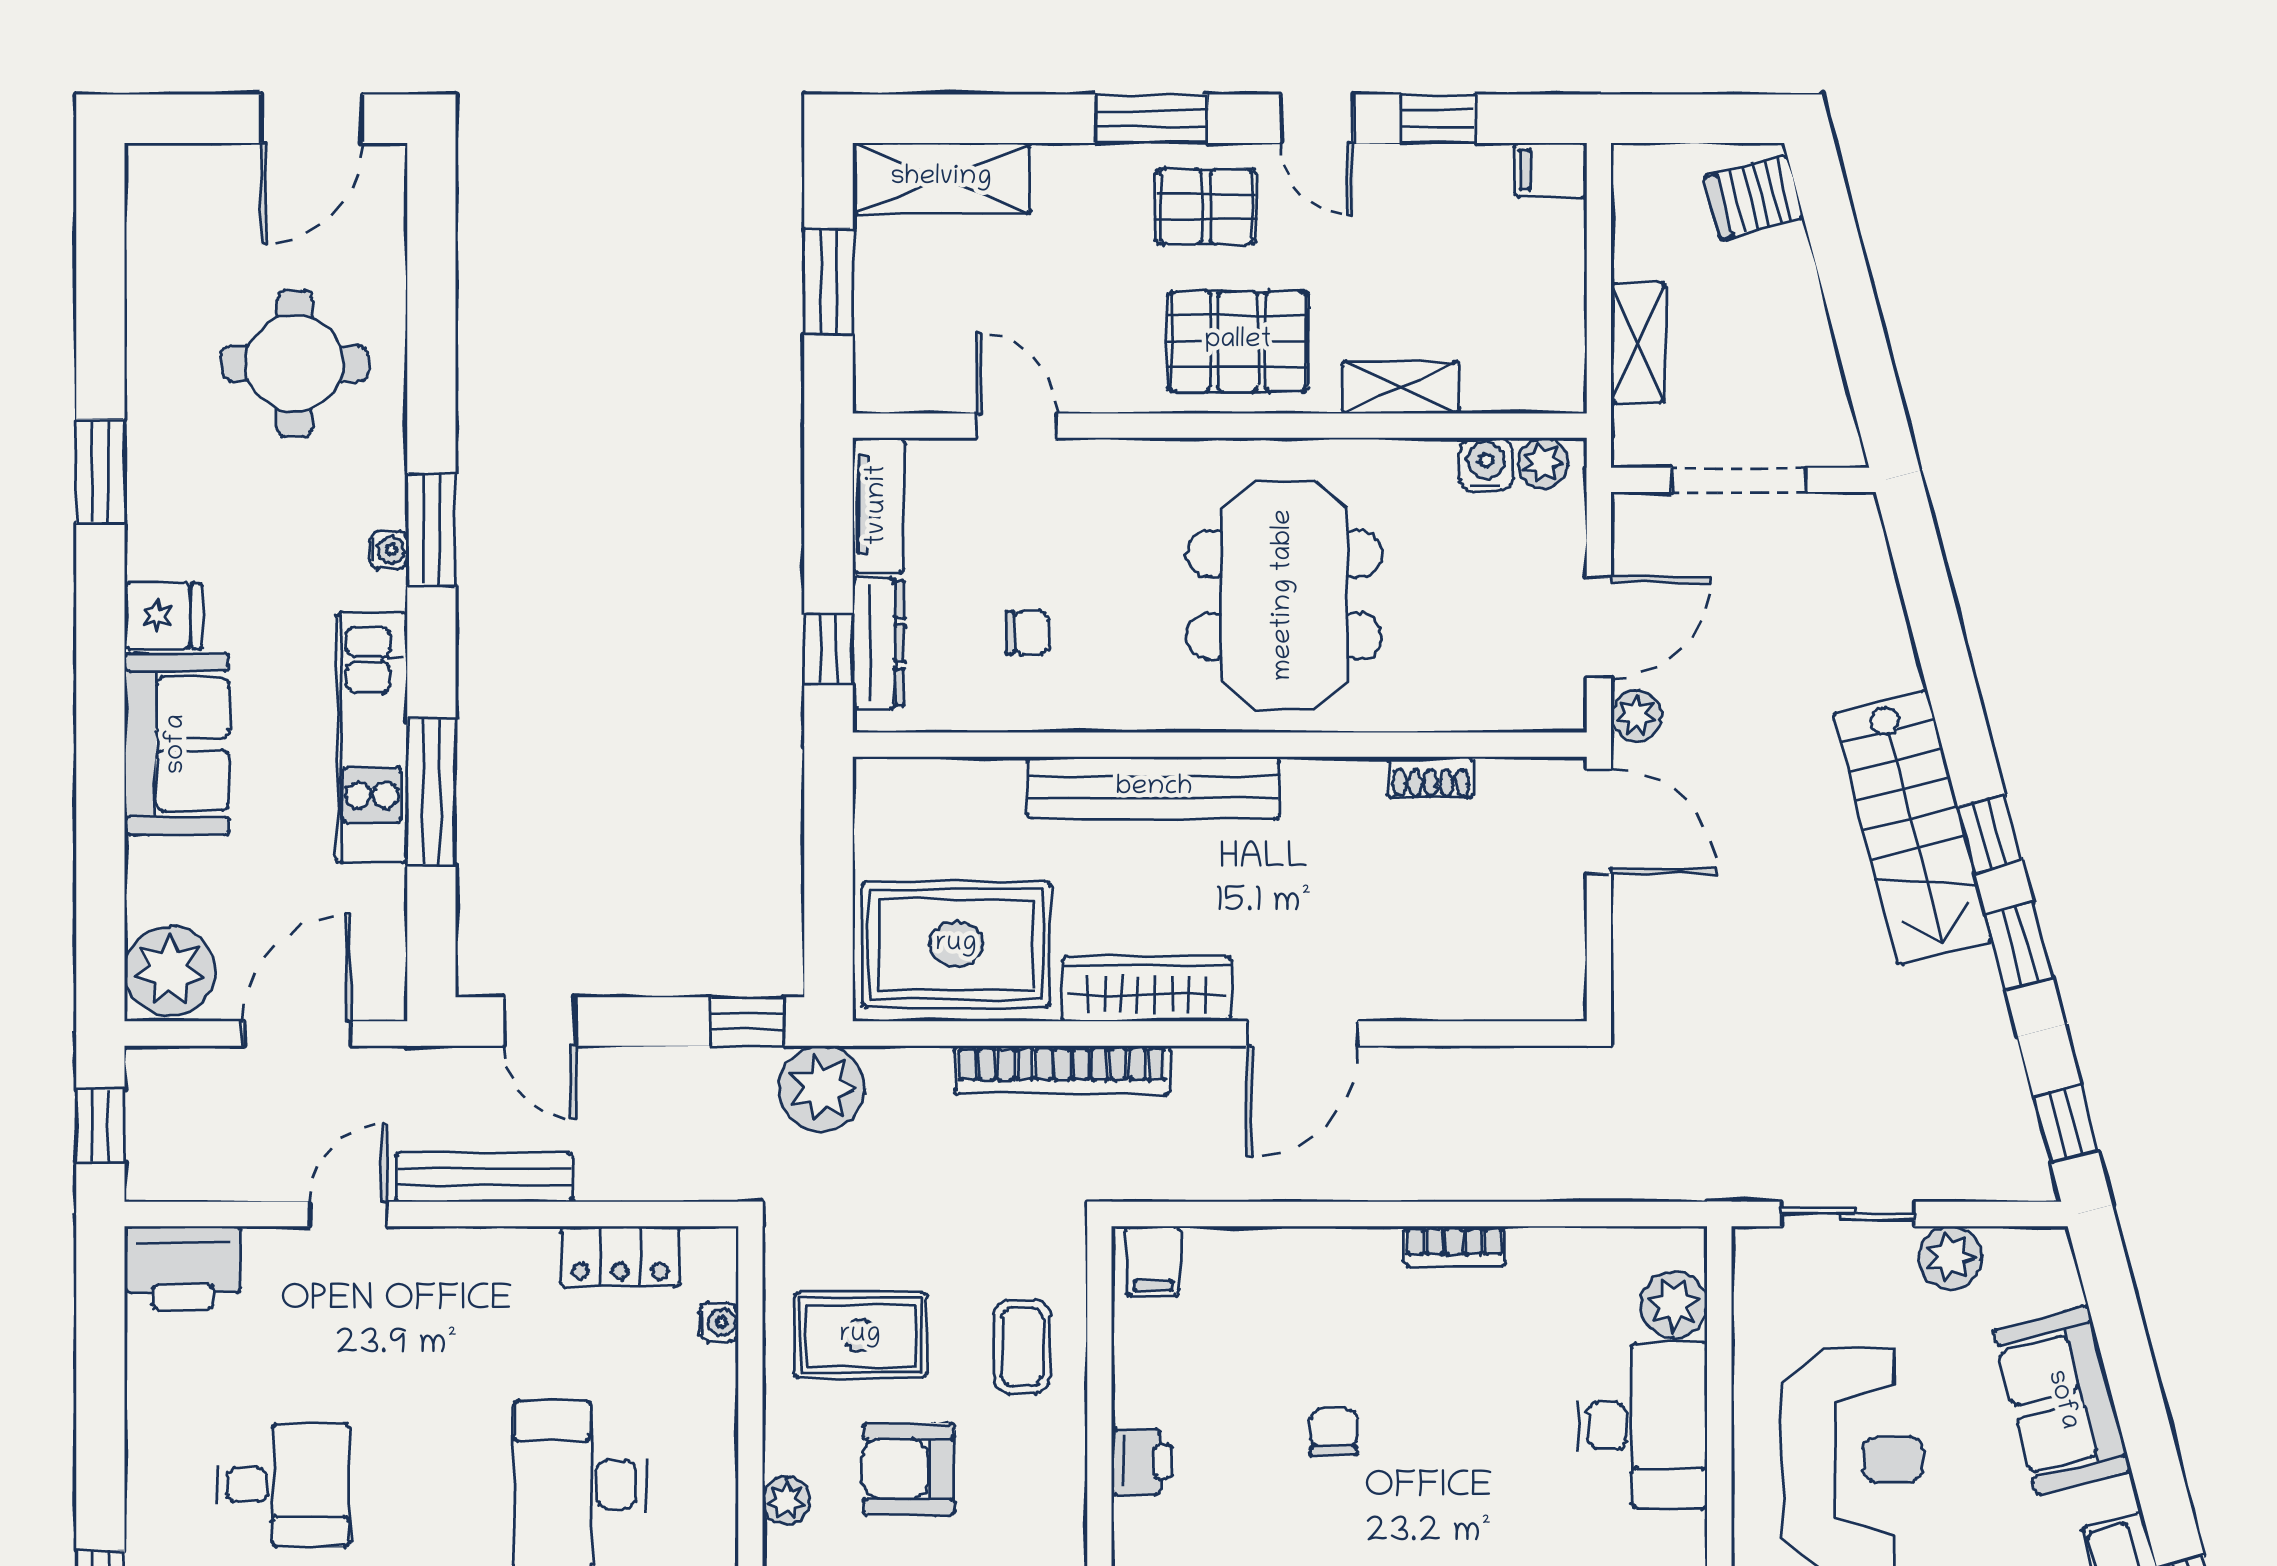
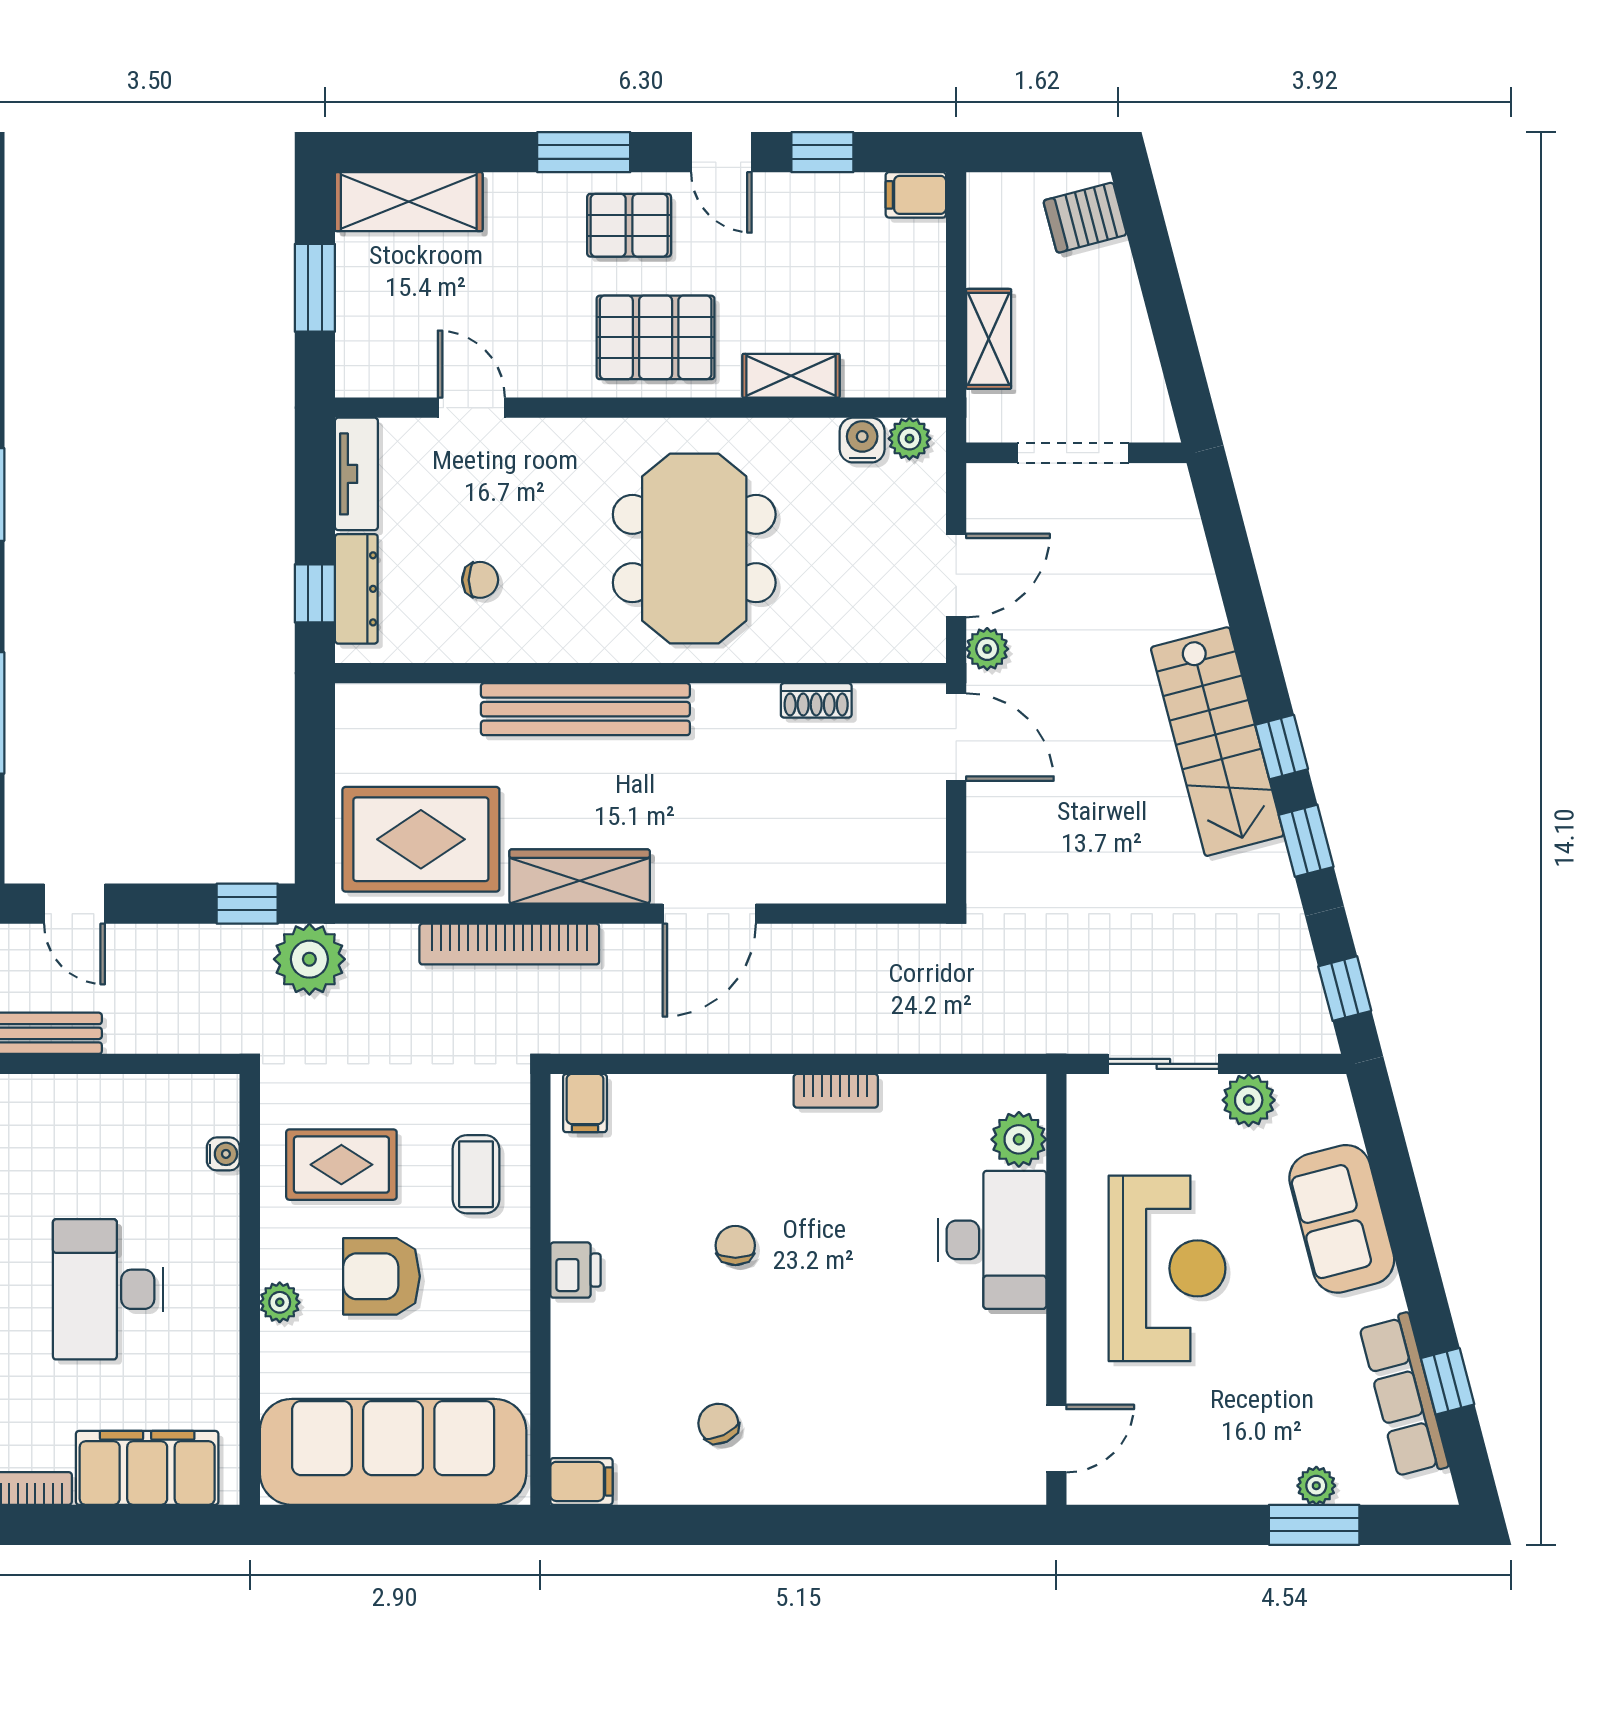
locker: (620, 1256) -> (141, 1099), removed

